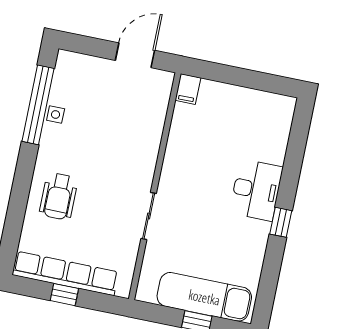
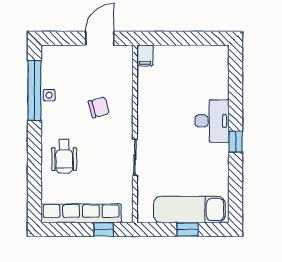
chair: (116, 143) -> (99, 107), added
window: (64, 295) -> (104, 229), moved

